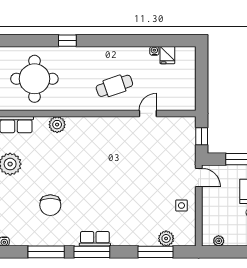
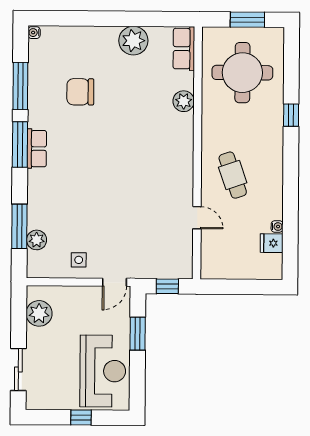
plant: (219, 241) -> (39, 313), width x1.88, depth x1.88

